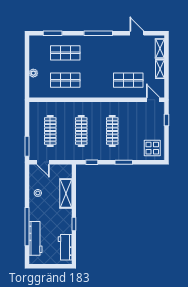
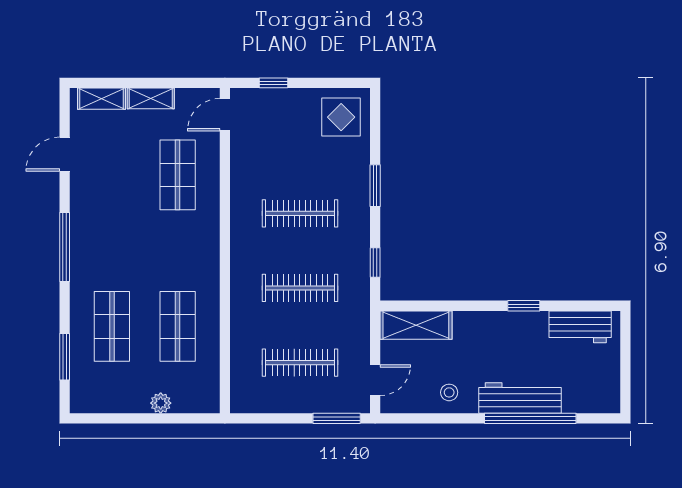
shelving: (66, 193) -> (416, 325), moved
workbench: (36, 238) -> (520, 398), moved

